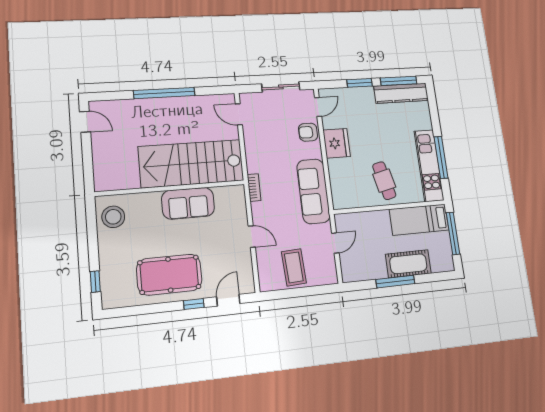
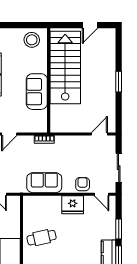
window: (164, 93) -> (119, 82), width x0.47
door: (85, 122) -> (90, 25), moved
stairs: (191, 164) -> (65, 68), moved
sofa: (313, 191) -> (44, 183), width x0.73

